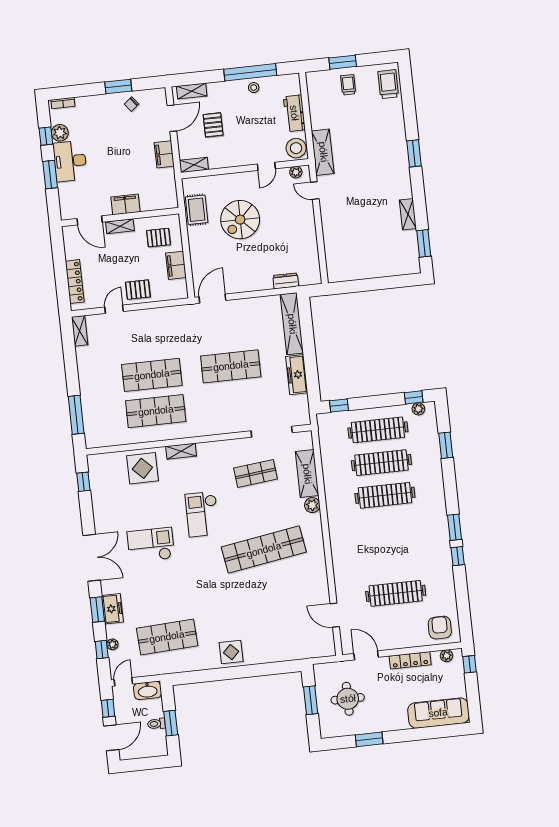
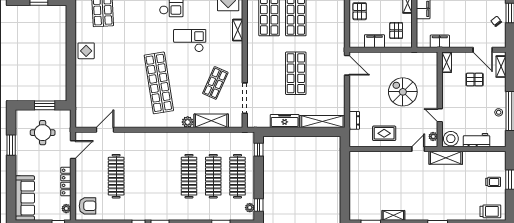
filing cabinet: (164, 154) -> (440, 41), moved
rug: (197, 210) -> (384, 133), moved
shop shelf: (256, 473) -> (215, 83), turned 30

